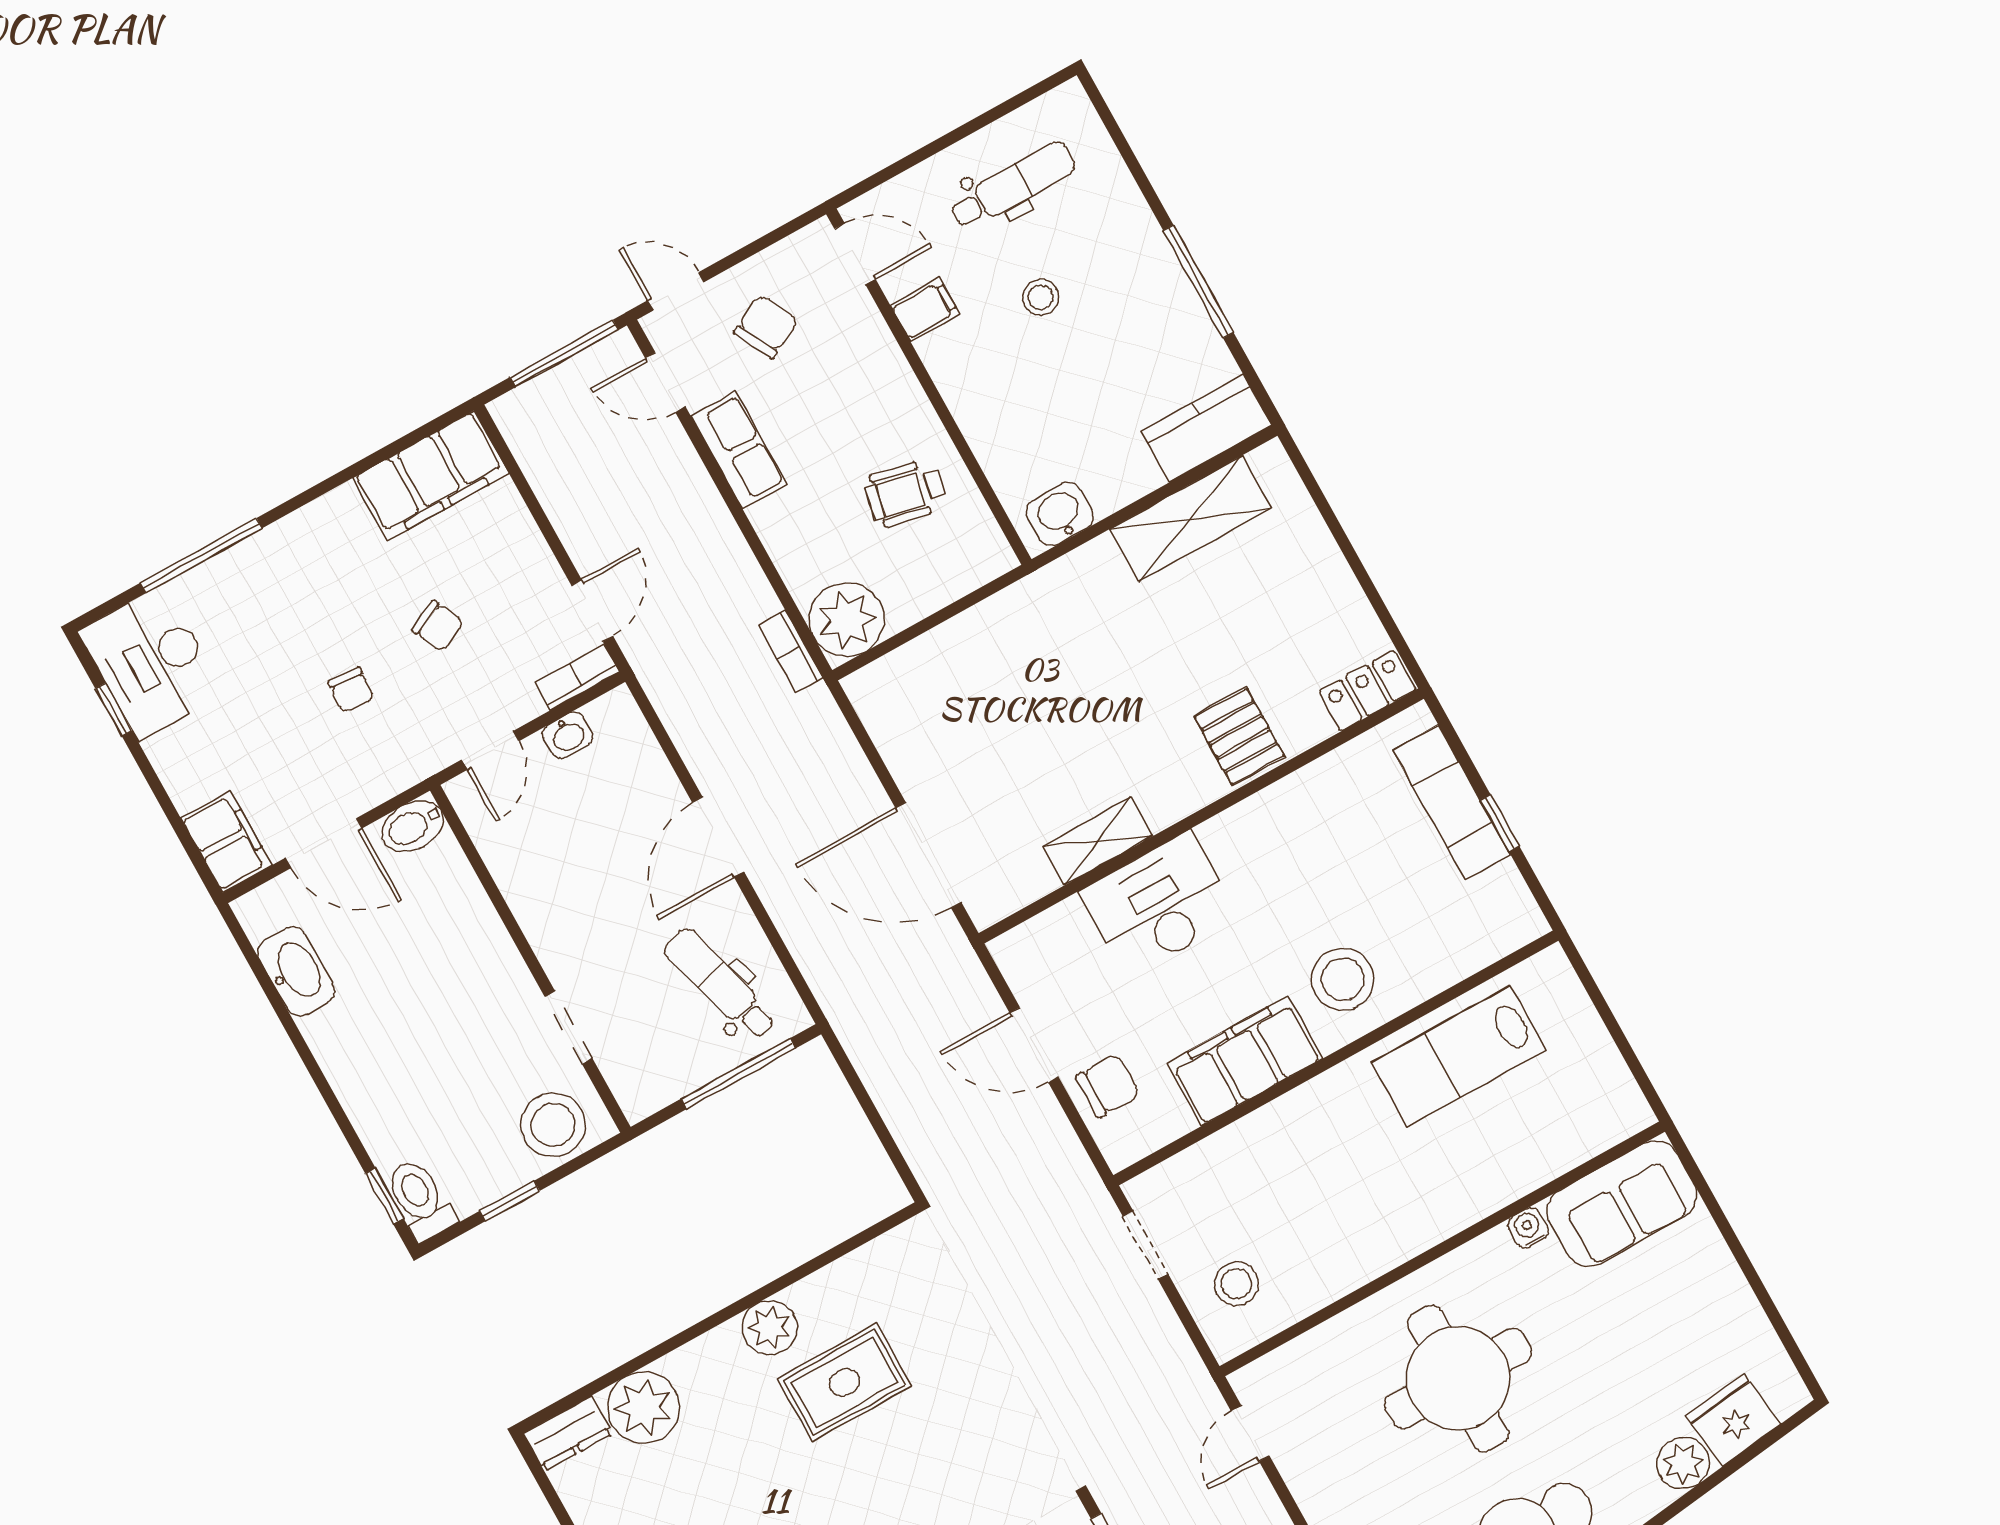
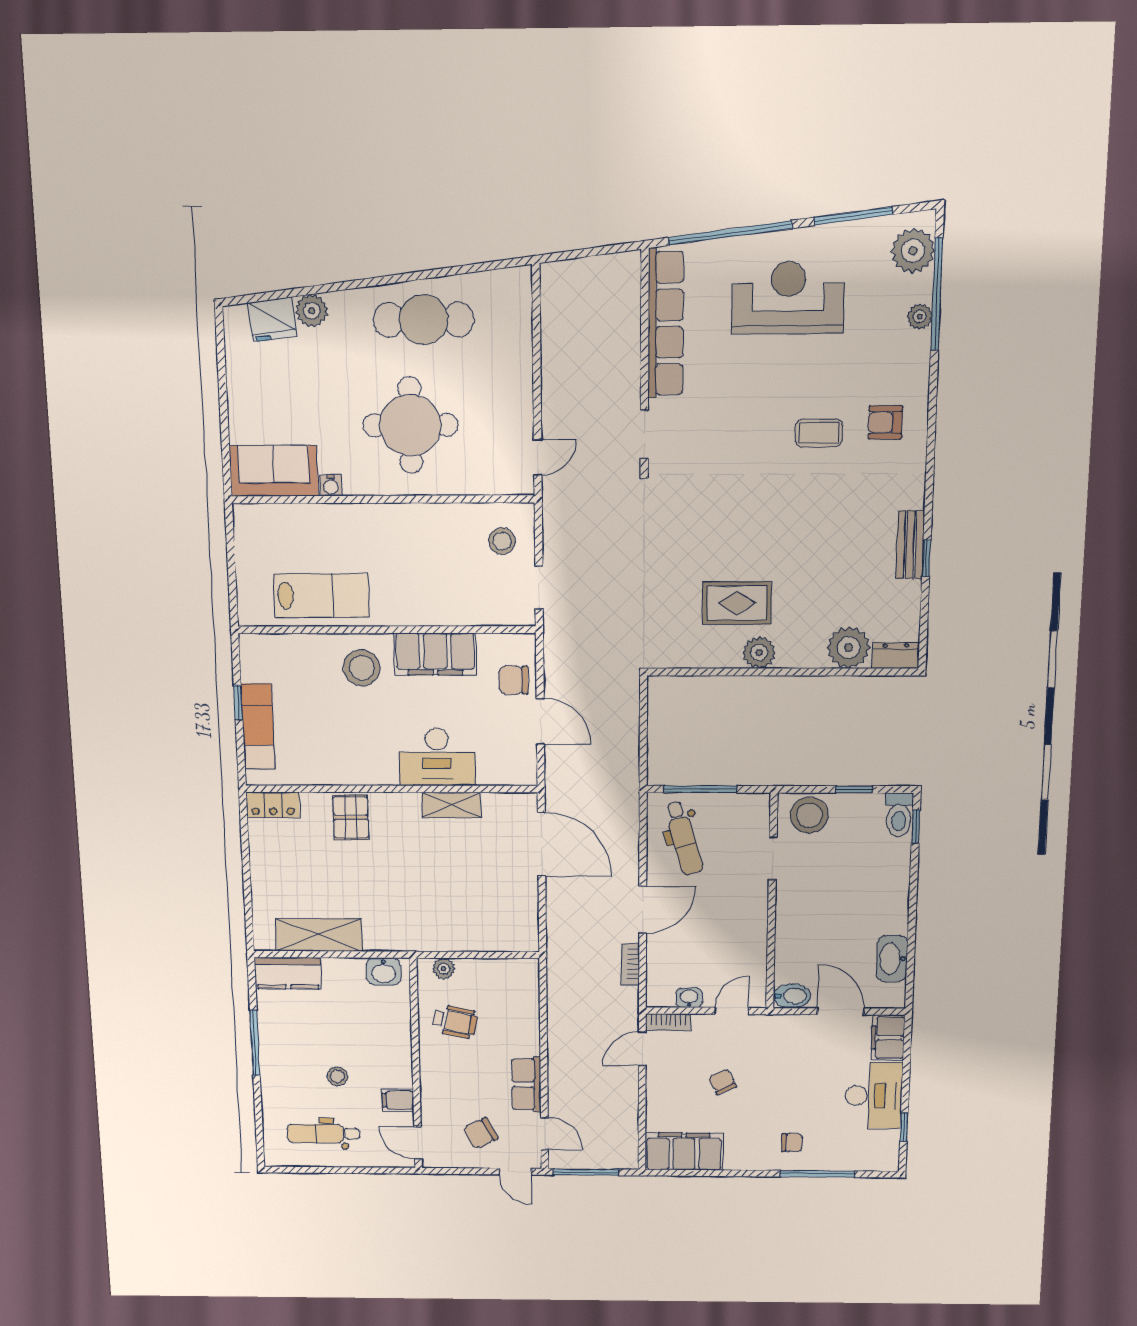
plant: (847, 620) -> (444, 969), moved, width x0.53, depth x0.53
bookcase: (791, 651) -> (630, 964), moved, turned 180
desk: (151, 663) -> (874, 1096), moved
chair: (351, 690) -> (792, 1143), moved, turned 86

